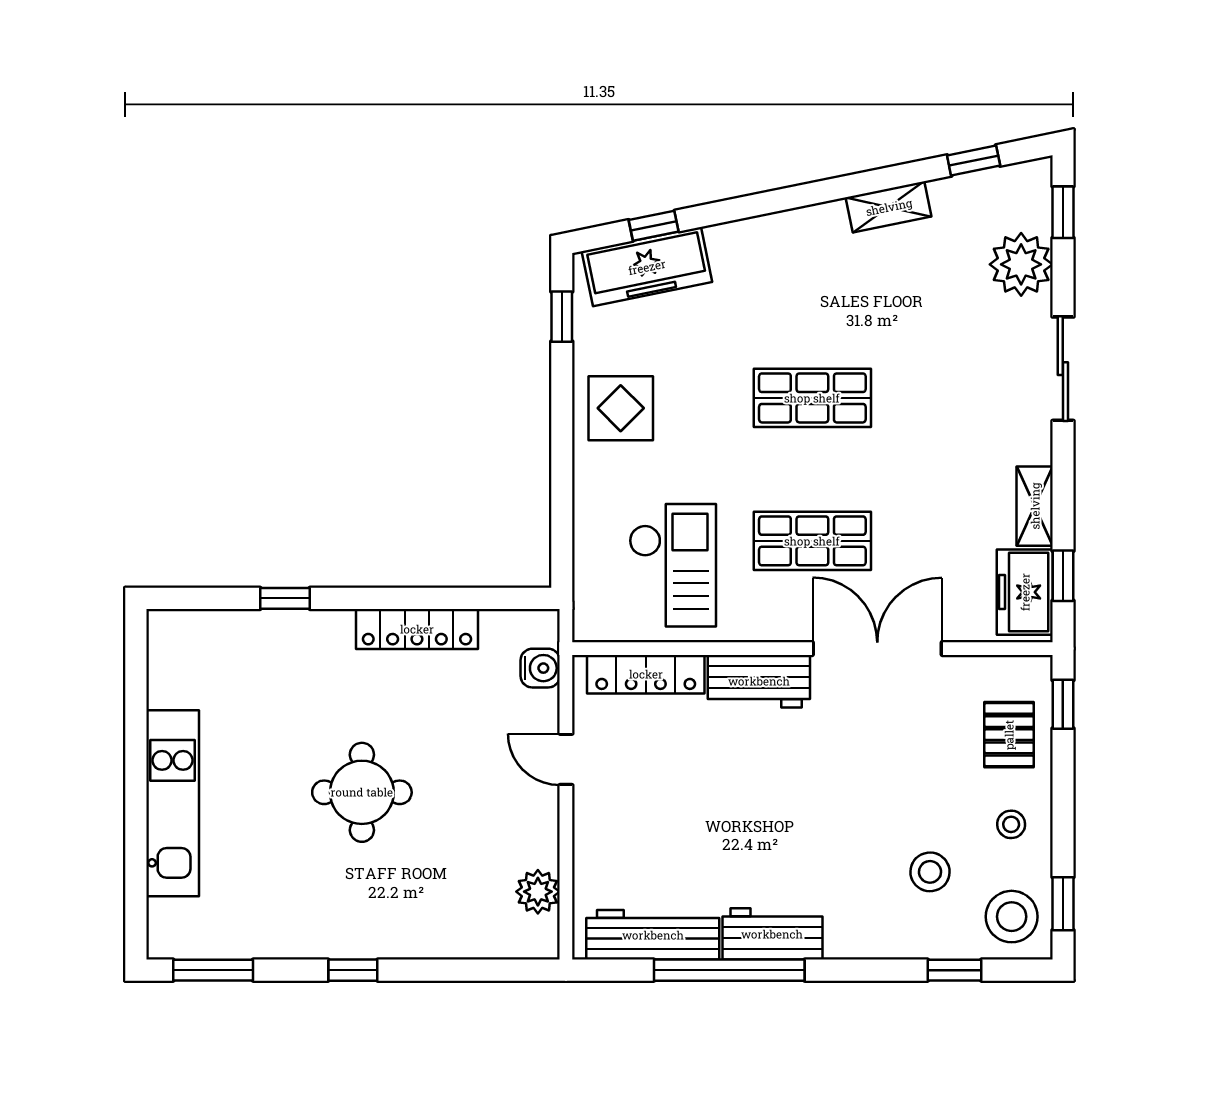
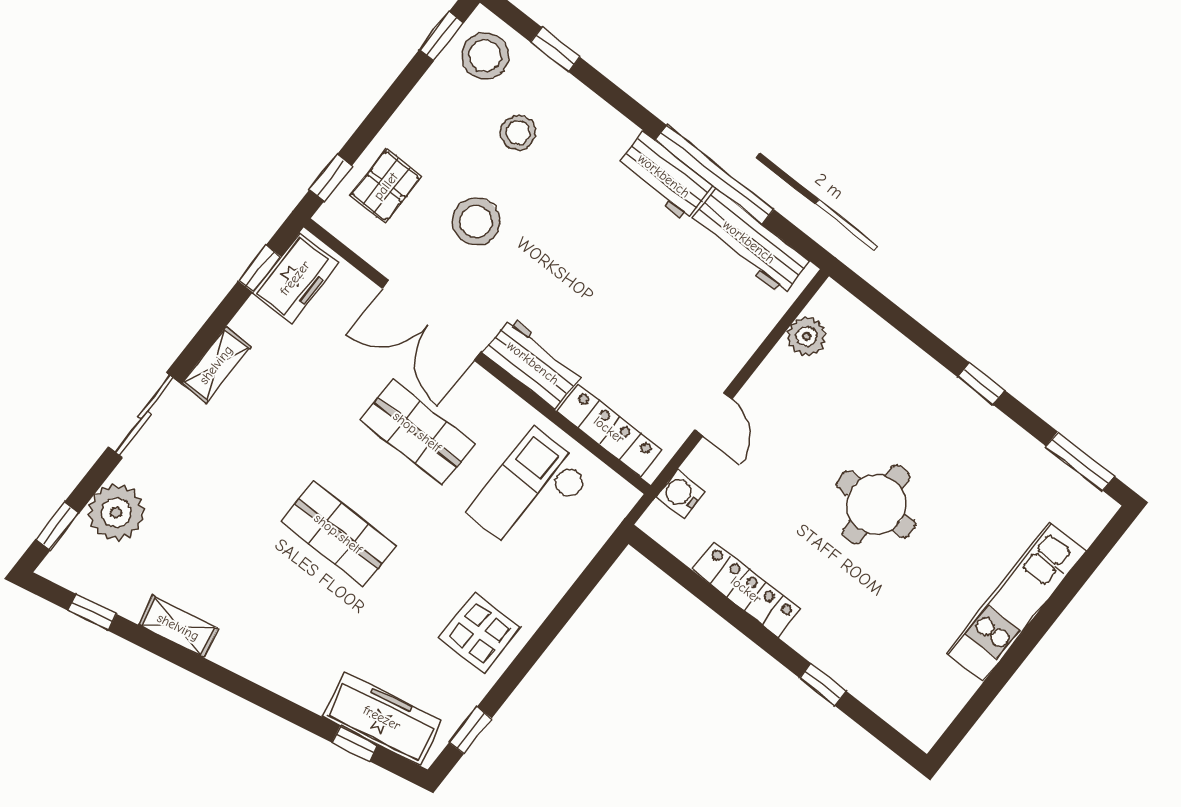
shelving: (1035, 506) -> (216, 365), moved
stool: (1011, 824) -> (476, 221), moved, width x1.89, depth x1.89

